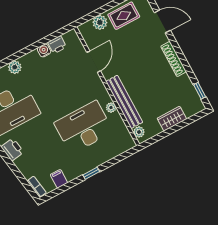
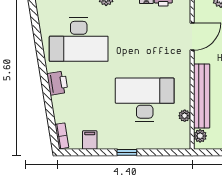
plant: (111, 108) -> (185, 116), moved

